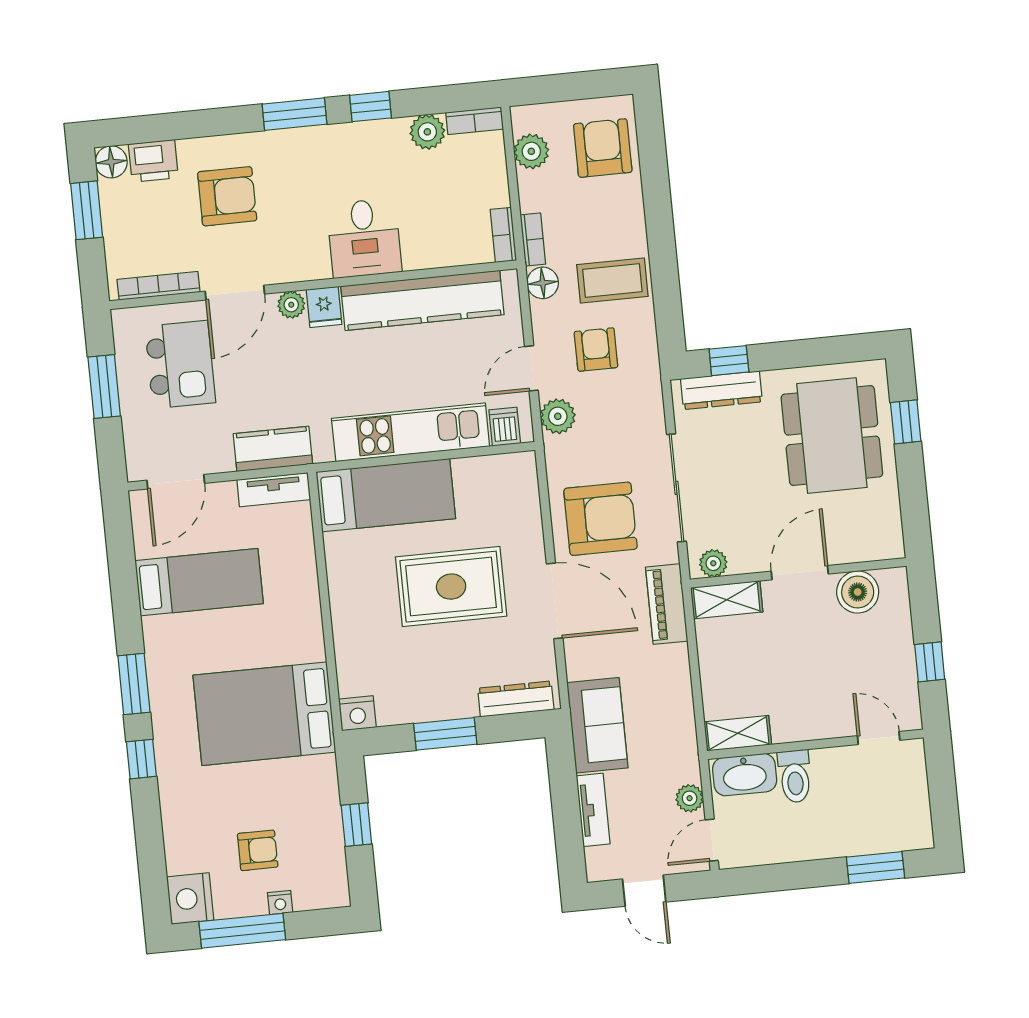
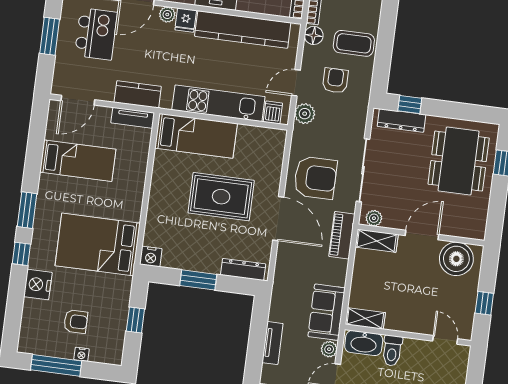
boiler: (858, 592) -> (456, 259), width x1.37, depth x1.37
sofa: (597, 725) -> (327, 312), moved, turned 180
nightstand: (190, 899) -> (38, 284), moved

